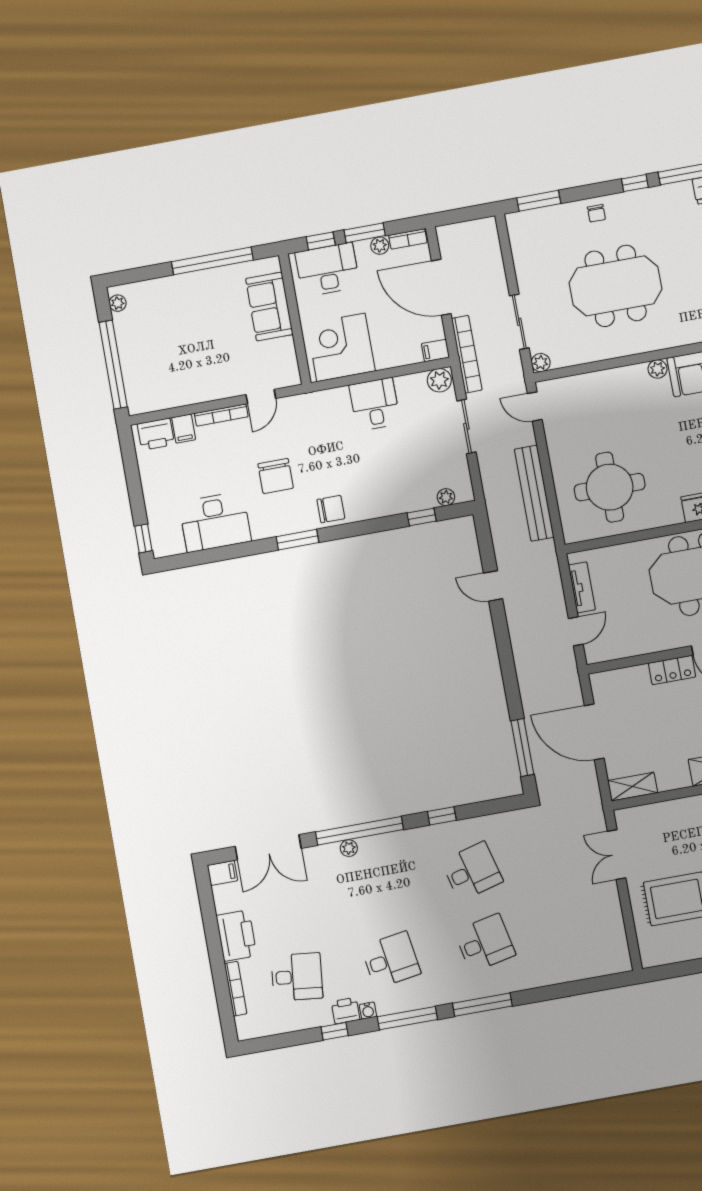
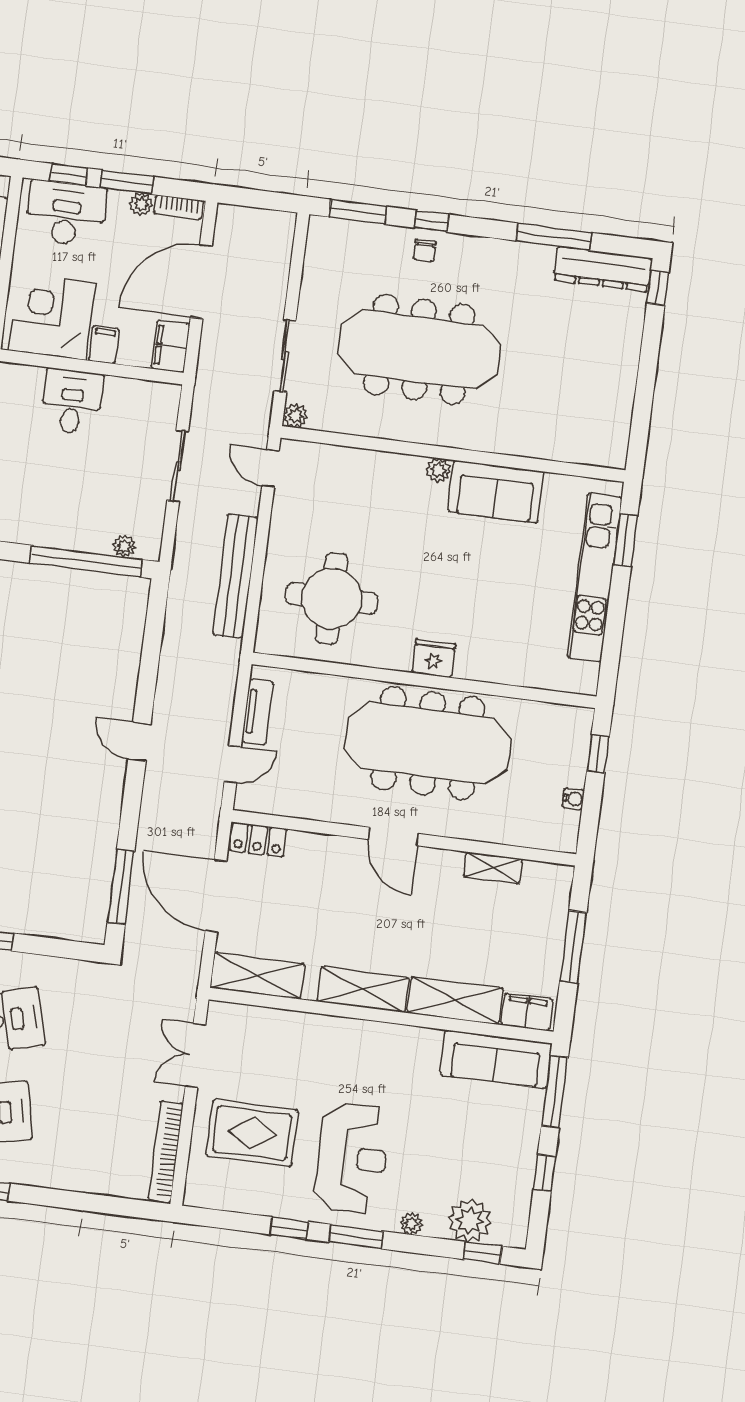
window: (635, 183) -> (432, 221), moved
meeting table: (616, 286) -> (419, 349), width x1.36
door: (441, 287) -> (201, 281), hinge flipped
filing cabinet: (435, 351) -> (171, 346), width x2.00
bookcase: (467, 354) -> (166, 1152), moved, turned 180
filing cabinet: (385, 356) -> (104, 345), added
plant: (439, 380) -> (162, 397), removed
window: (422, 517) -> (86, 561), width x3.17
door: (493, 586) -> (139, 742), moved
locker: (672, 670) -> (258, 840), moved
shelving: (633, 787) -> (257, 976), width x1.50, depth x1.33

